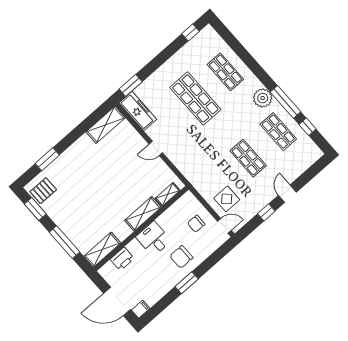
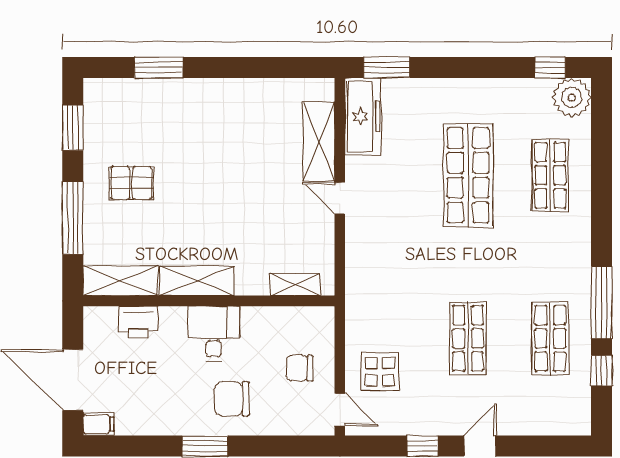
plant: (263, 98) -> (572, 98), moved
shelving: (106, 125) -> (319, 142), moved, turned 90
pallet: (43, 191) -> (131, 183), moved
shelving: (143, 214) -> (197, 281), moved

